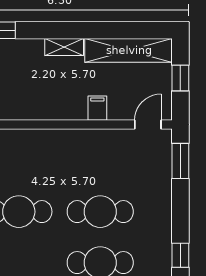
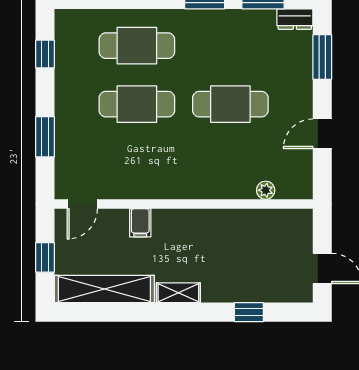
window: (180, 161) -> (45, 137), moved

